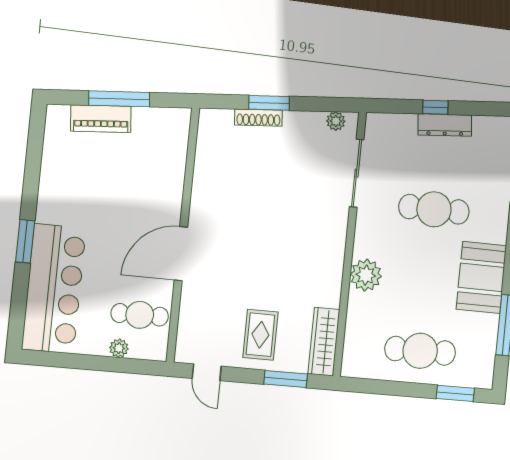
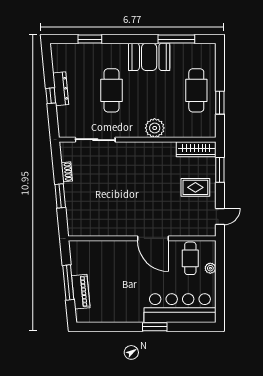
shoe rack: (258, 118) -> (67, 172), moved, width x0.70
plant: (336, 121) -> (66, 155), removed
window: (455, 393) -> (220, 103), moved

